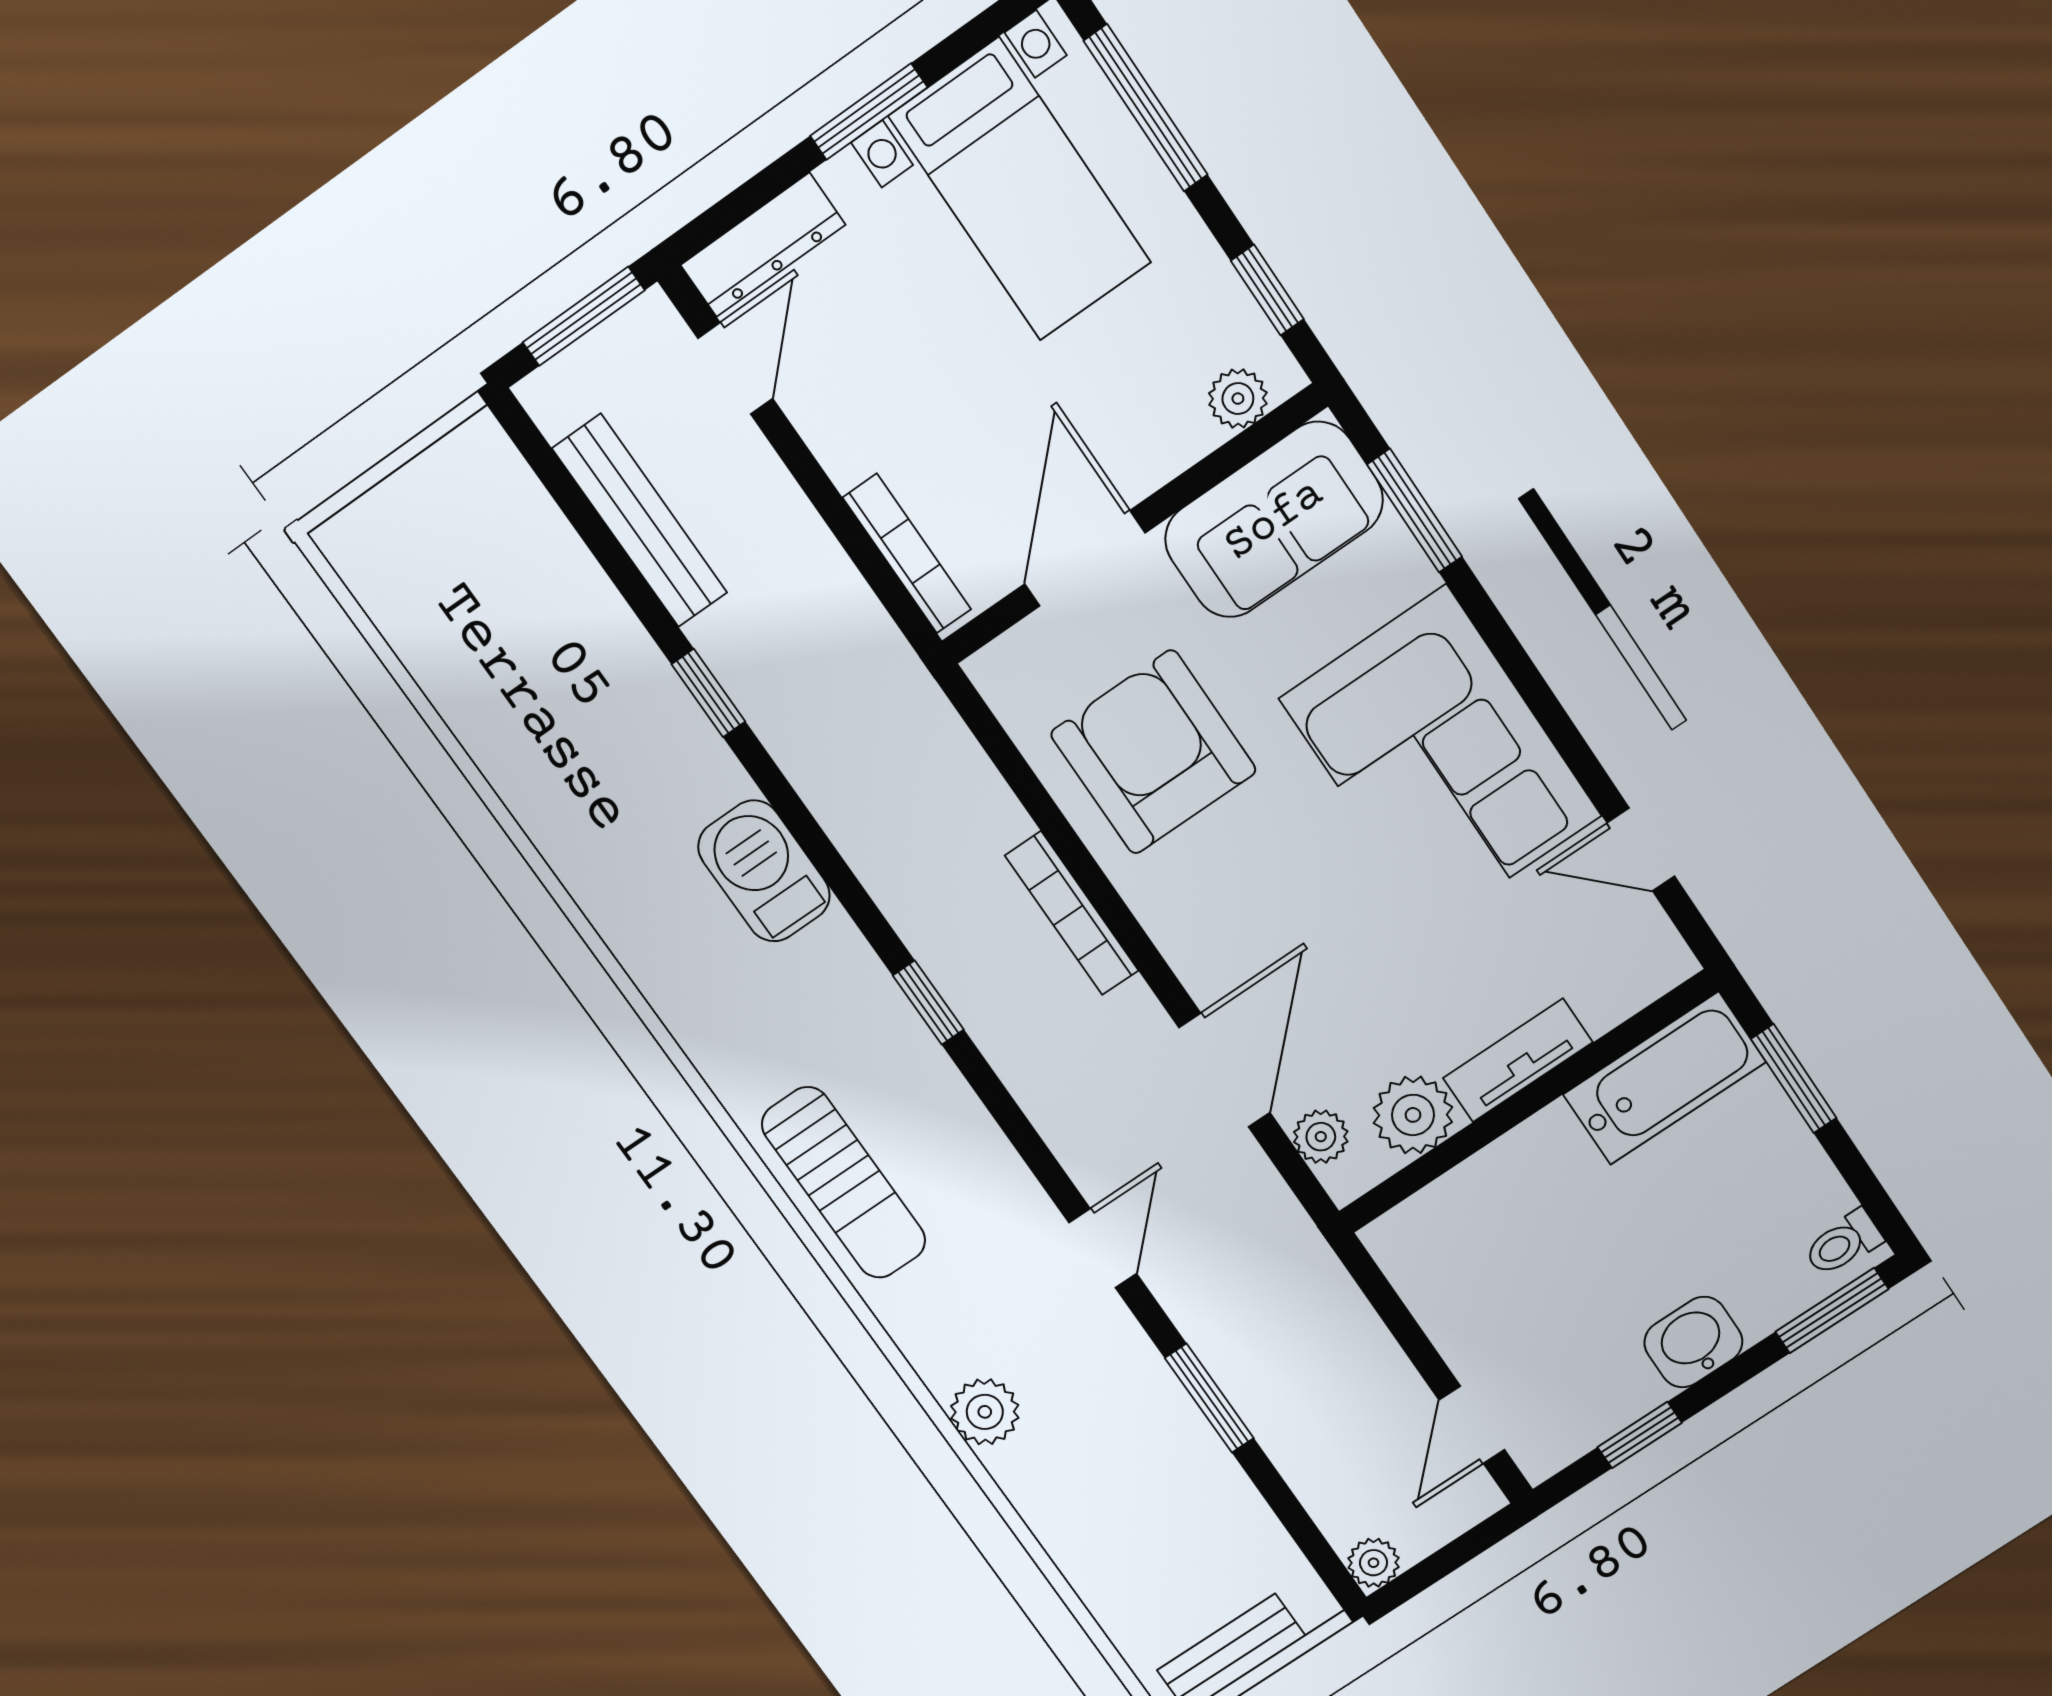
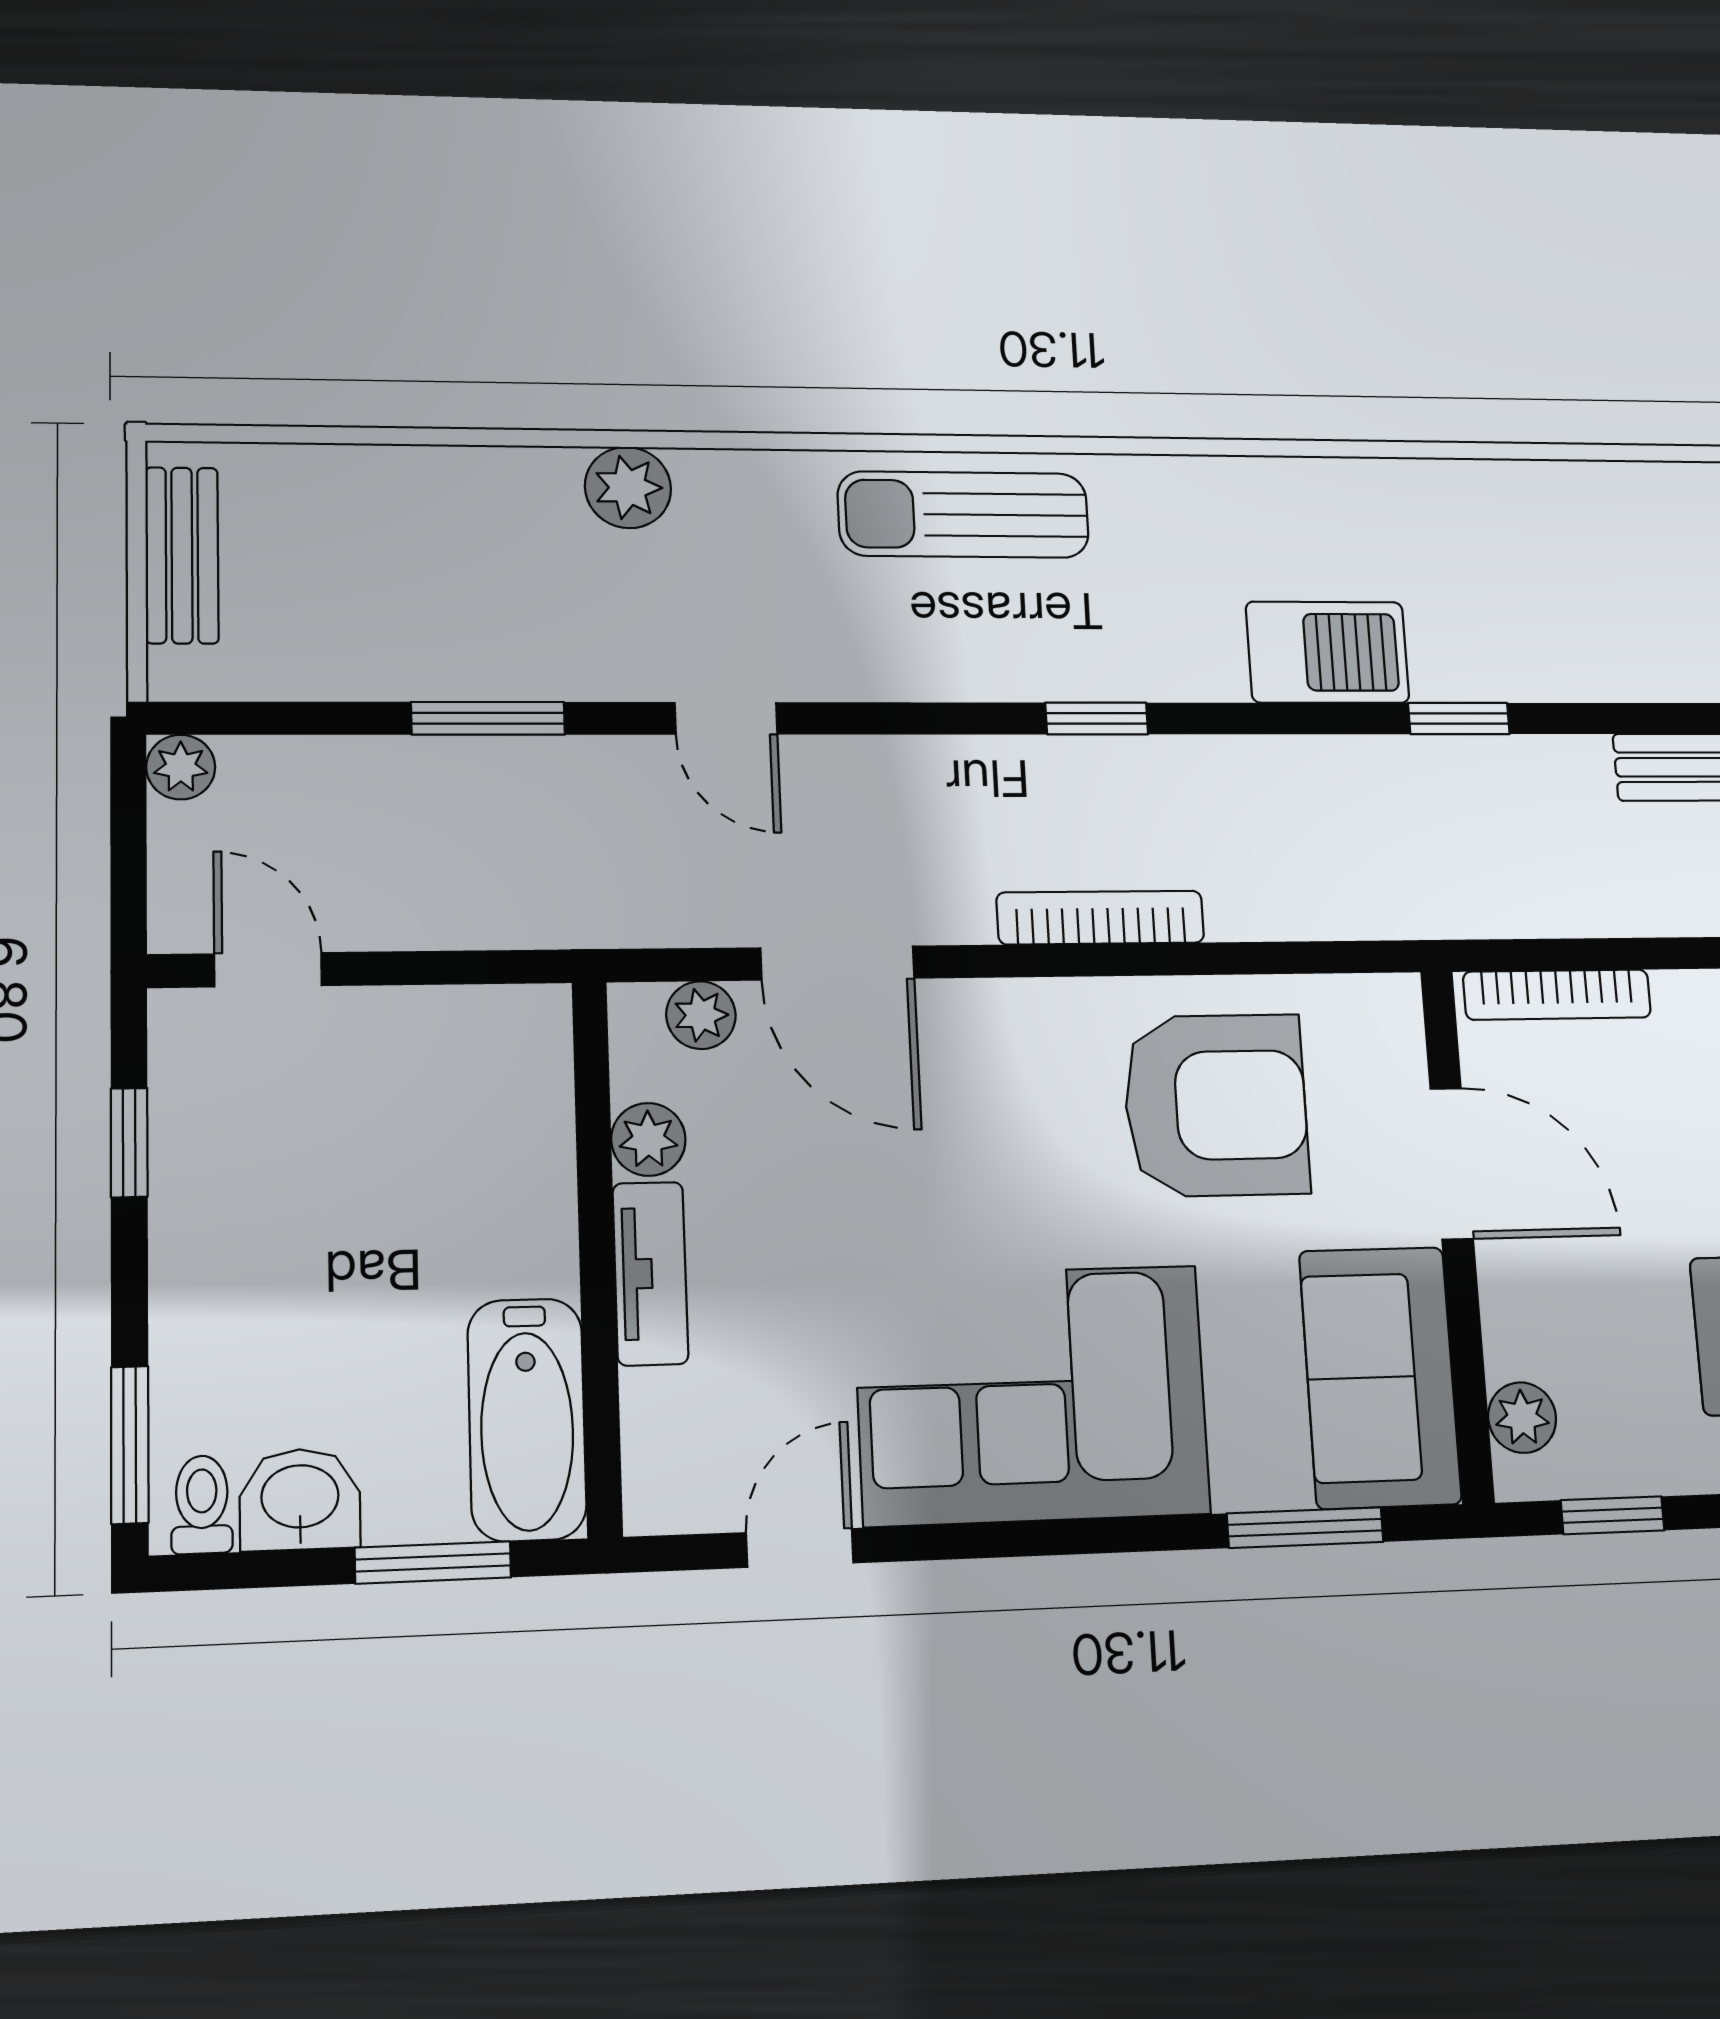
window: (708, 693) -> (1459, 718), moved
plant: (1413, 1115) -> (648, 1139), width x0.73, depth x0.73
washbasin: (1693, 1342) -> (300, 1499), moved, turned -90

